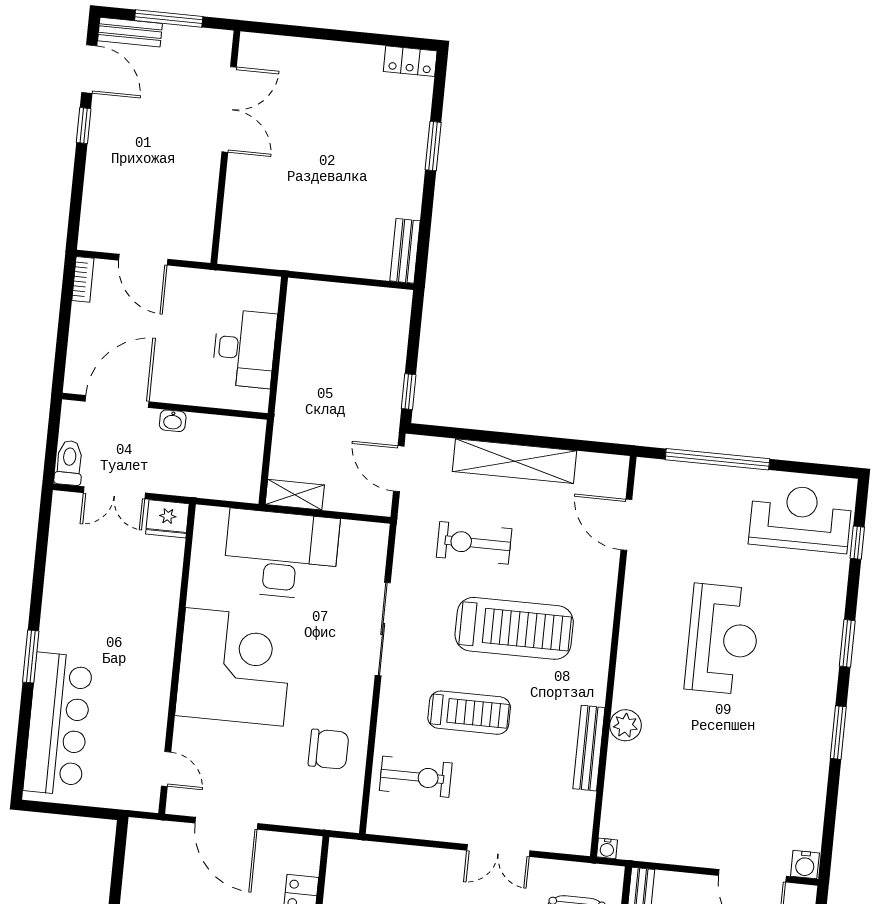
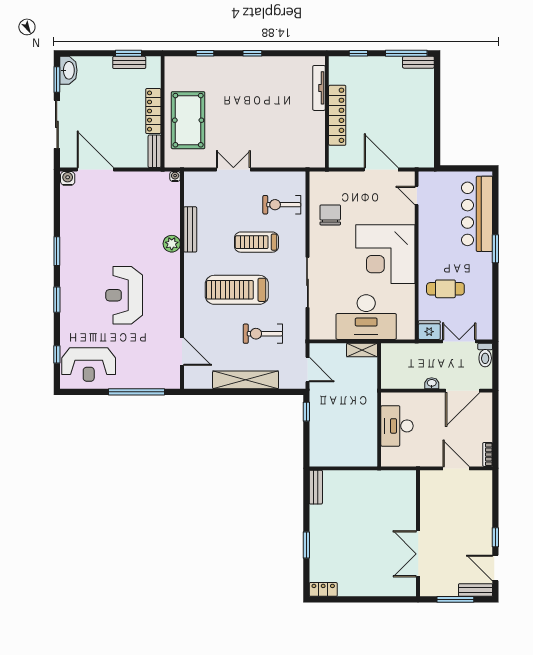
exercise bike: (474, 543) -> (263, 334), turned 180
cafe table: (130, 592) -> (445, 289), added
chair: (329, 749) -> (330, 215), turned 90

